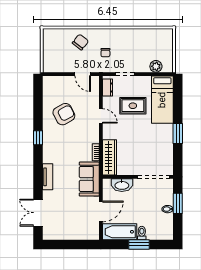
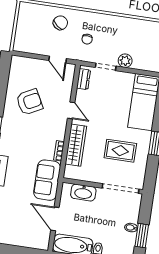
plant: (156, 66) -> (125, 61), moved
rug: (133, 106) -> (120, 151), moved
wardrobe: (109, 157) -> (76, 145), moved
window: (178, 203) -> (142, 236), moved
door: (101, 211) -> (55, 219), swing flipped

